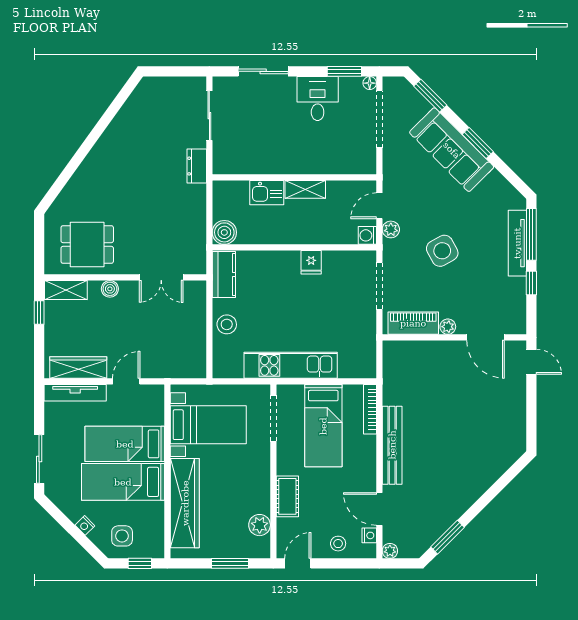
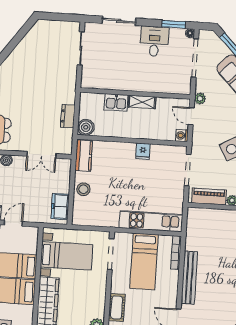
dresser: (197, 166) -> (68, 116), moved
door: (379, 206) -> (191, 116), hinge flipped
plant: (391, 229) -> (200, 98), moved
freezer: (194, 352) -> (60, 206), added
kitchen unit: (291, 365) -> (151, 221), moved

